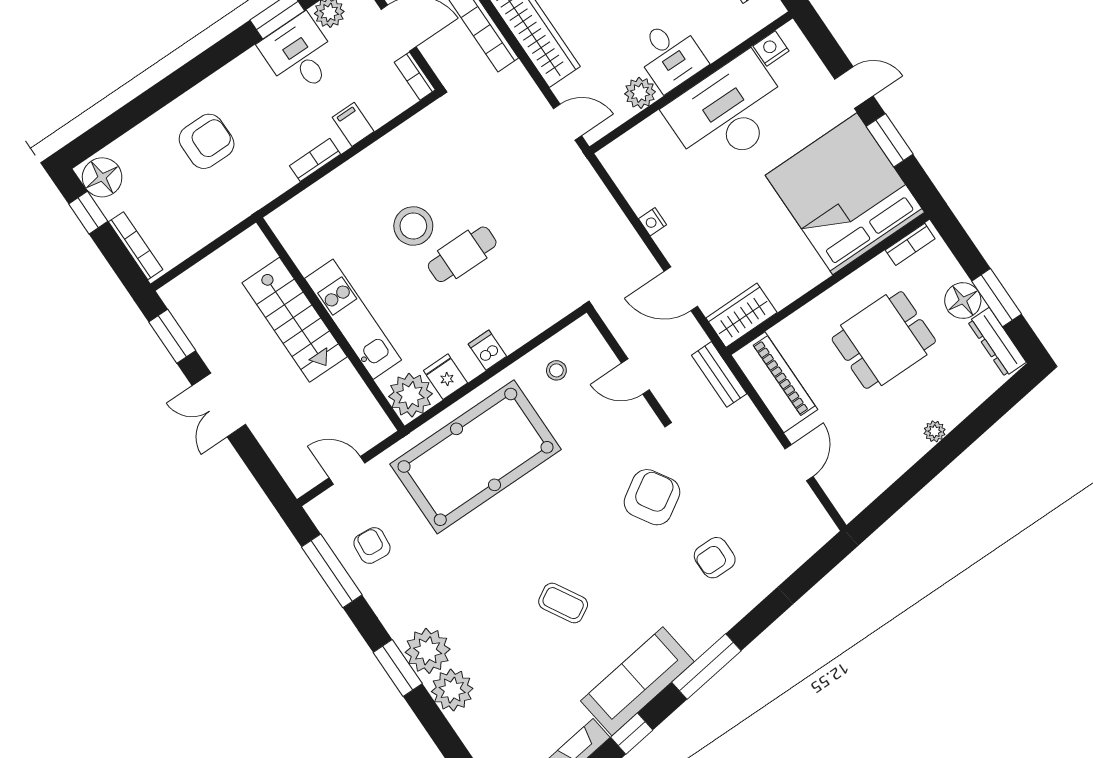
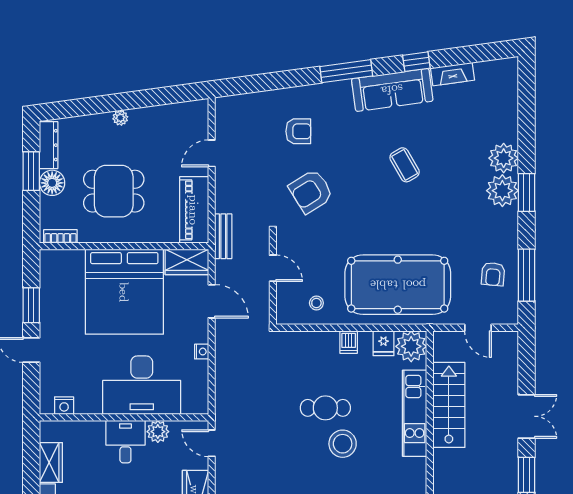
desk: (728, 113) -> (142, 385), moved
bed: (845, 194) -> (124, 292), moved
stairs: (295, 320) -> (449, 405), moved

